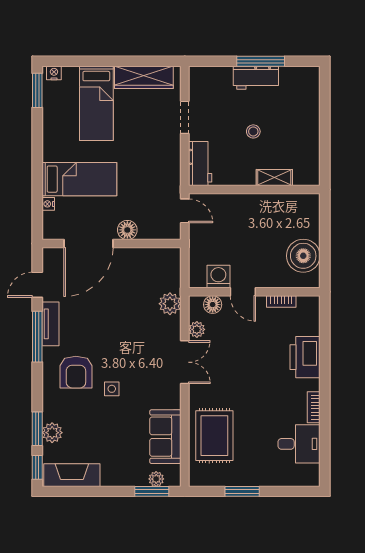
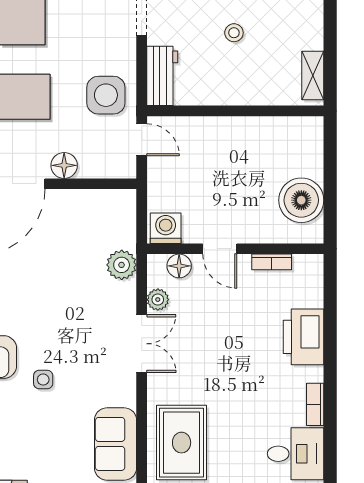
side table: (158, 178) -> (106, 95), added
shelving: (274, 178) -> (313, 75), moved, turned 90
washing machine: (218, 277) -> (166, 228), moved

